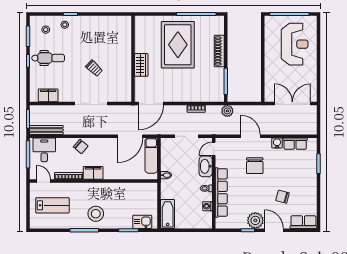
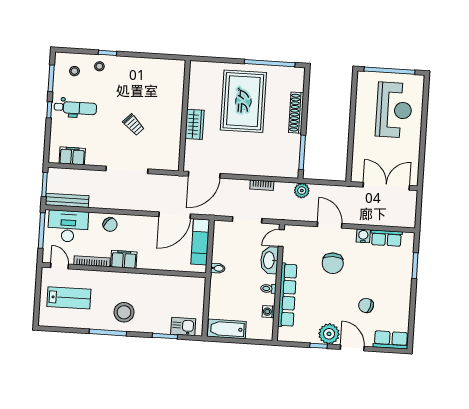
desk: (44, 150) -> (68, 226), width x1.37
bathtub: (168, 214) -> (227, 329), moved, turned -90

